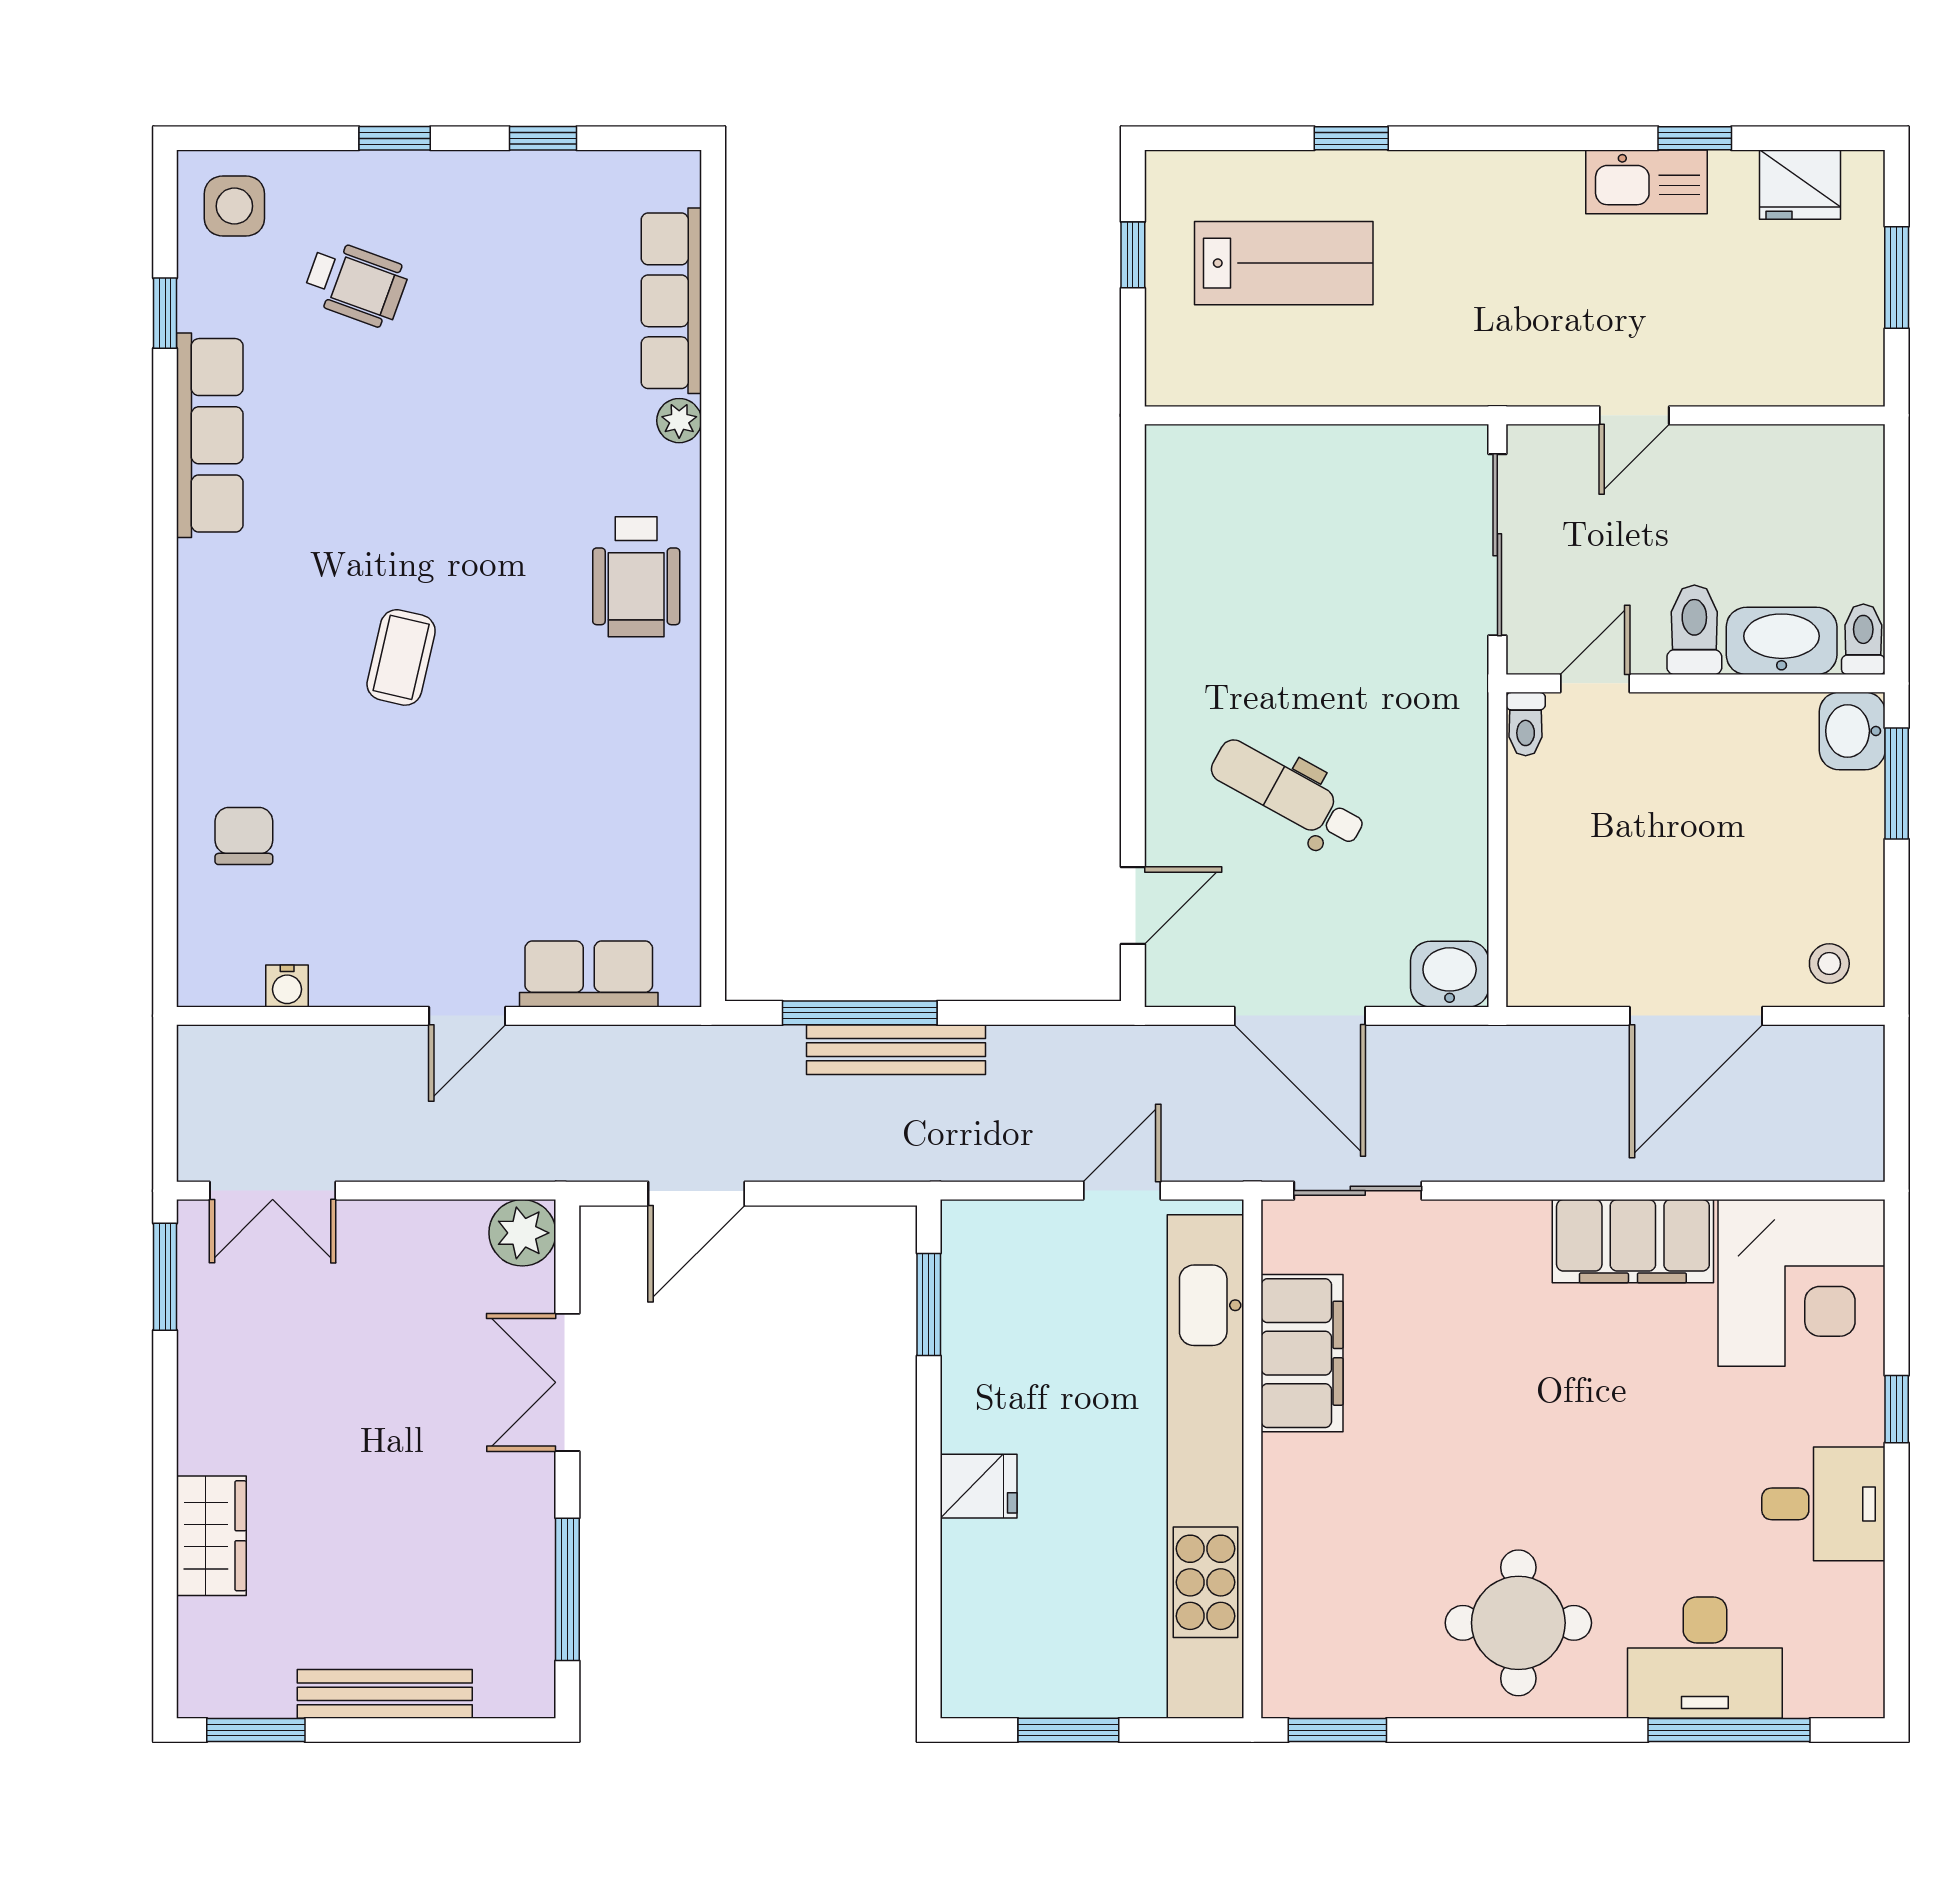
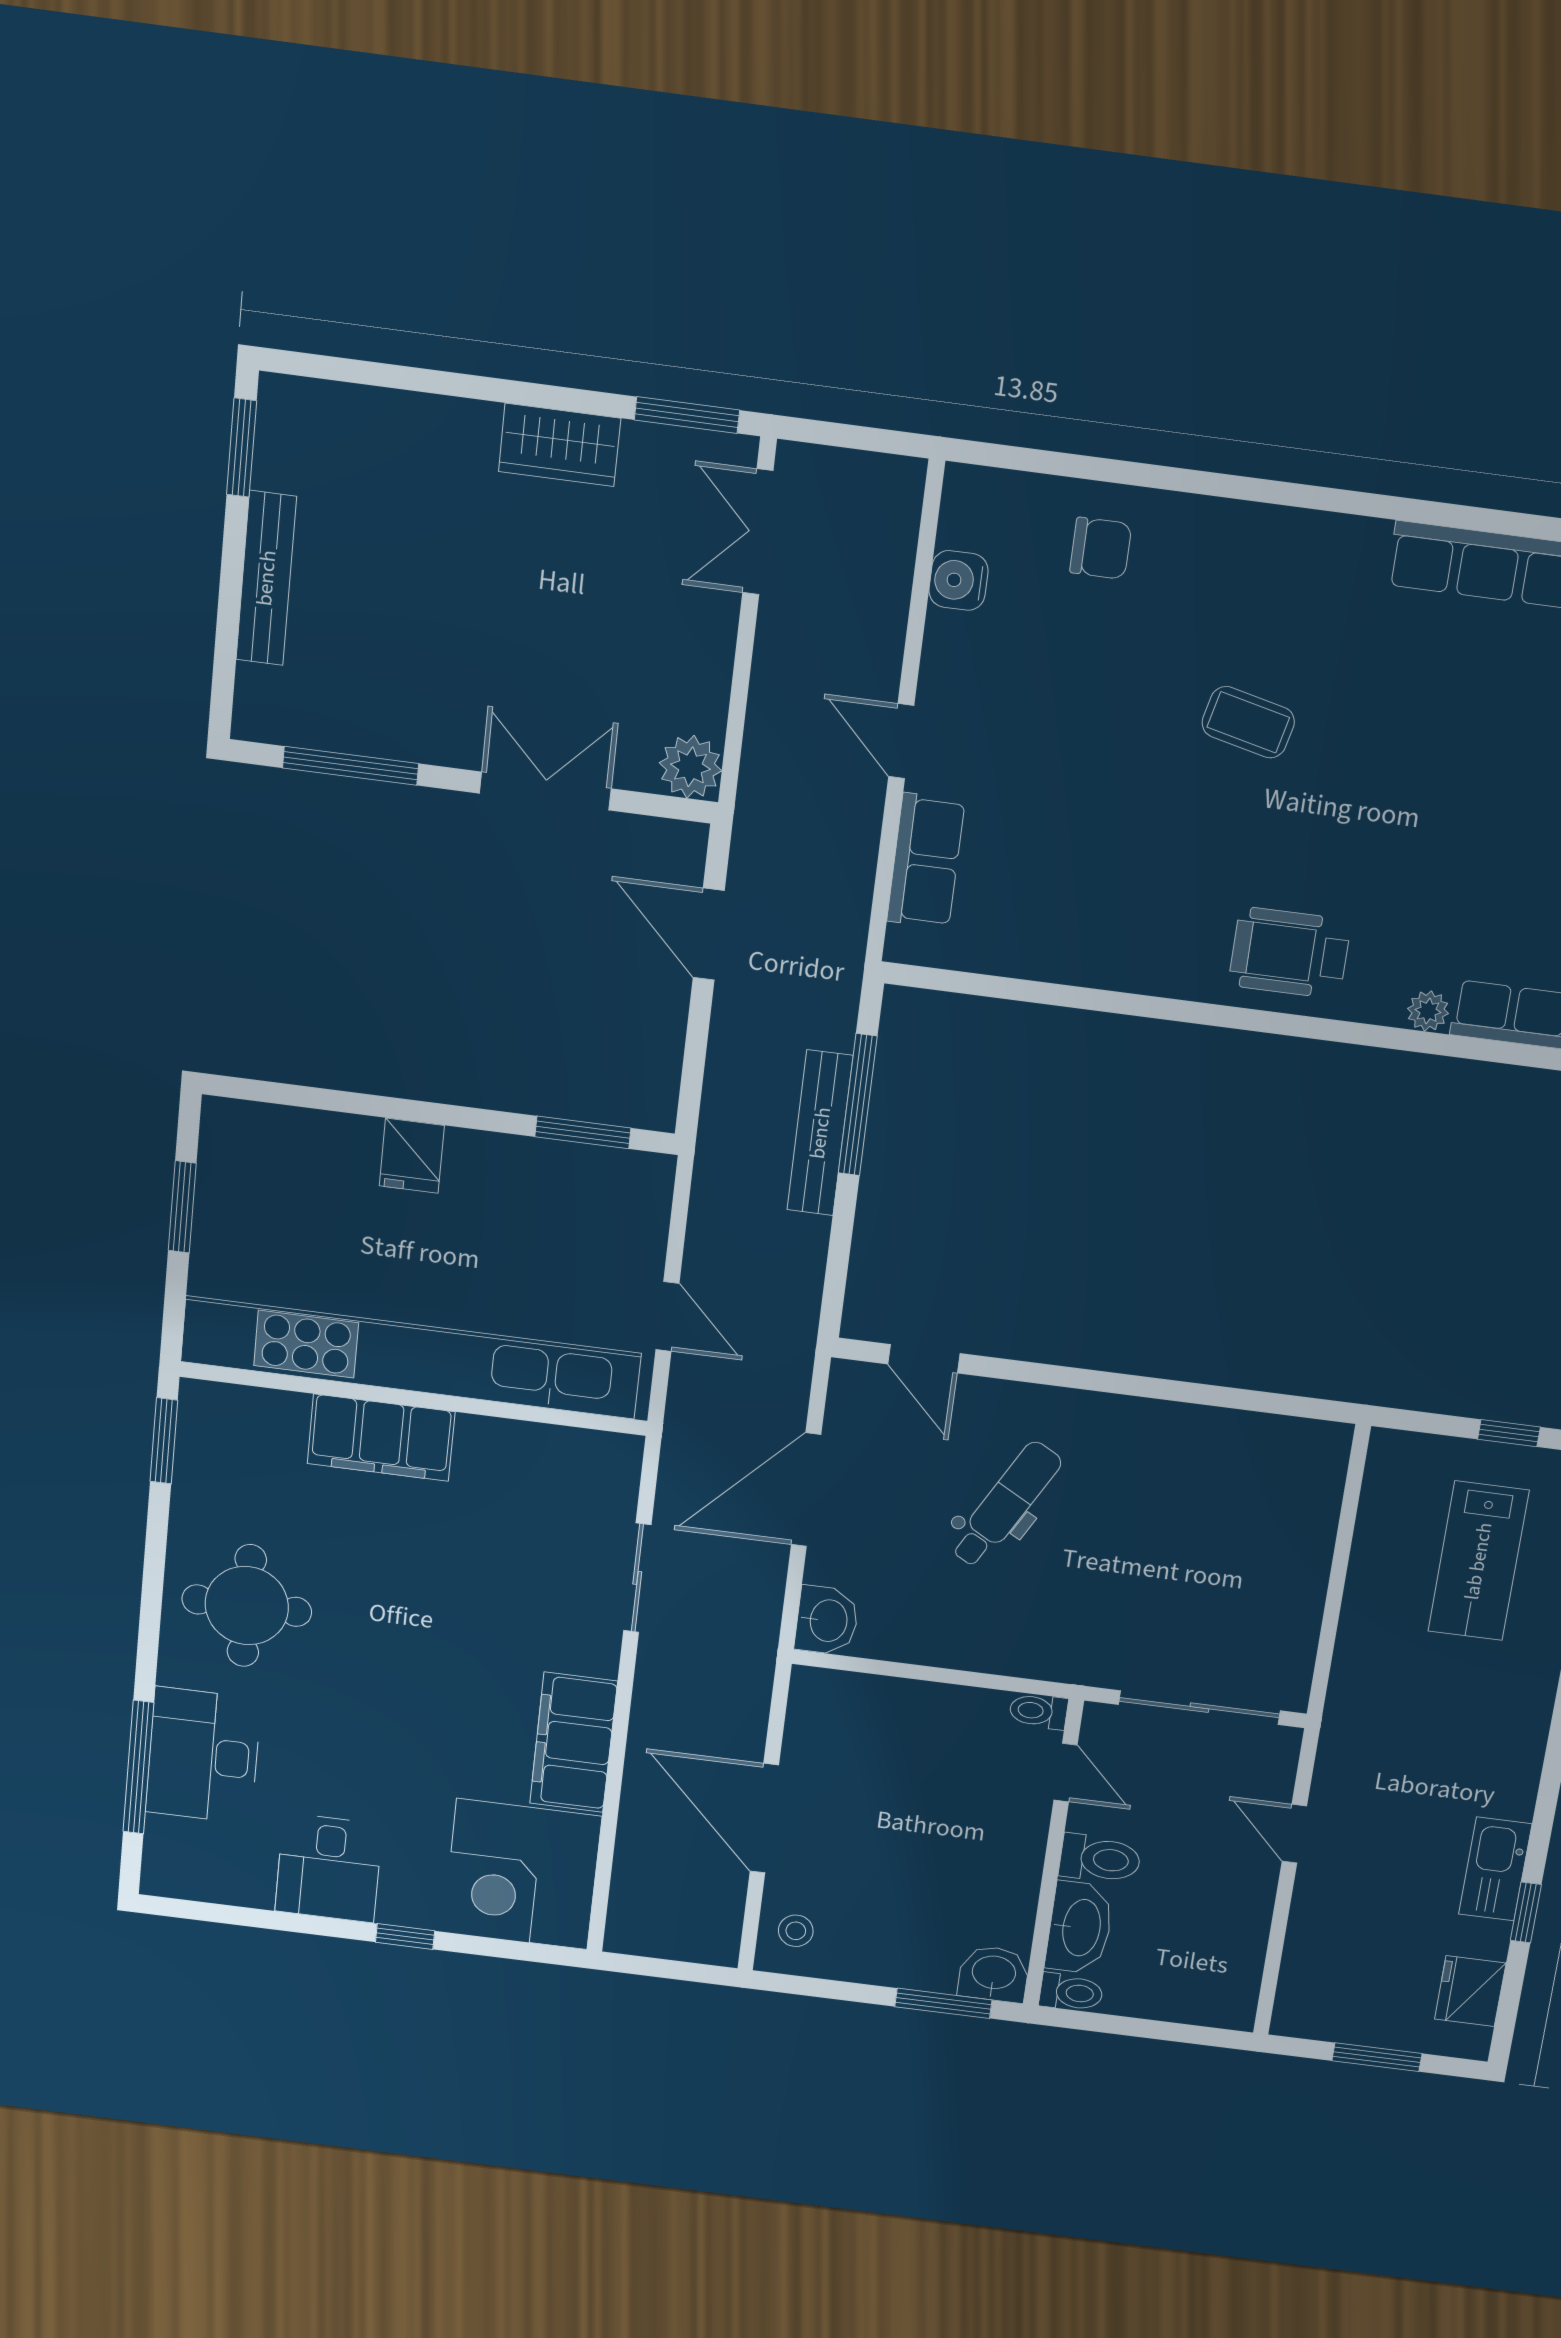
water cooler: (287, 986) -> (958, 580), width x1.38, depth x1.38
sliding door: (1358, 1191) -> (637, 1578), moved
filing cabinet: (1302, 1353) -> (381, 1438), moved
wardrobe: (211, 1536) -> (560, 445), moved

